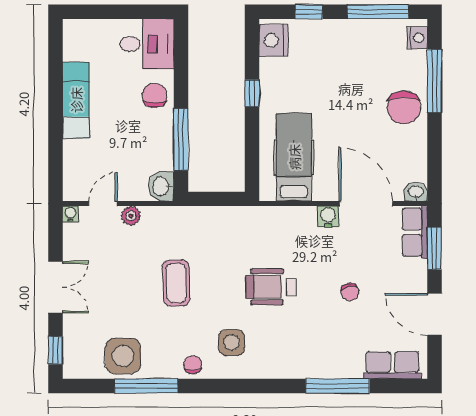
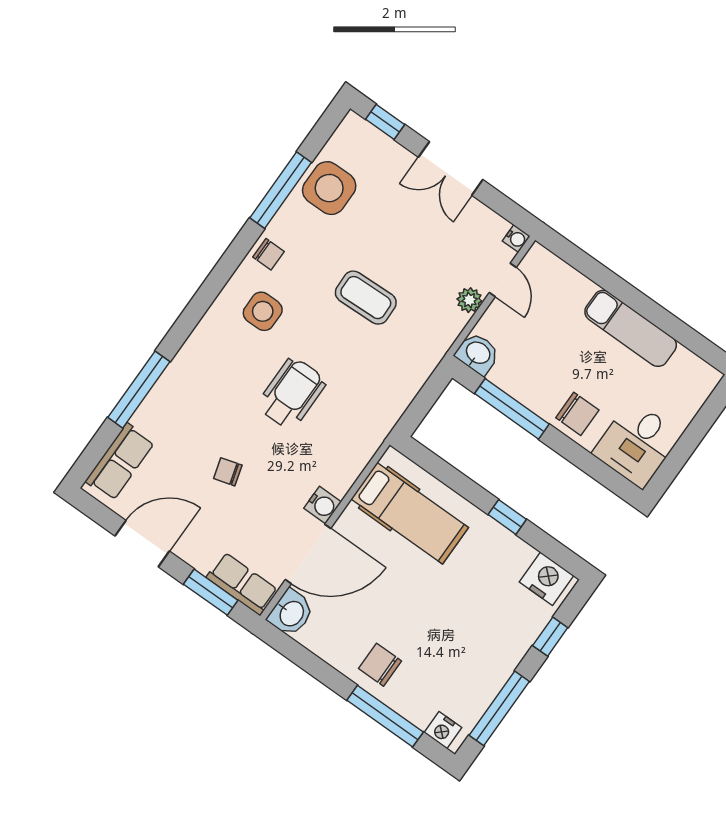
chair: (404, 108) -> (380, 665), width x0.73, depth x0.73
washbasin: (416, 192) -> (291, 613), width x1.38, depth x1.45

